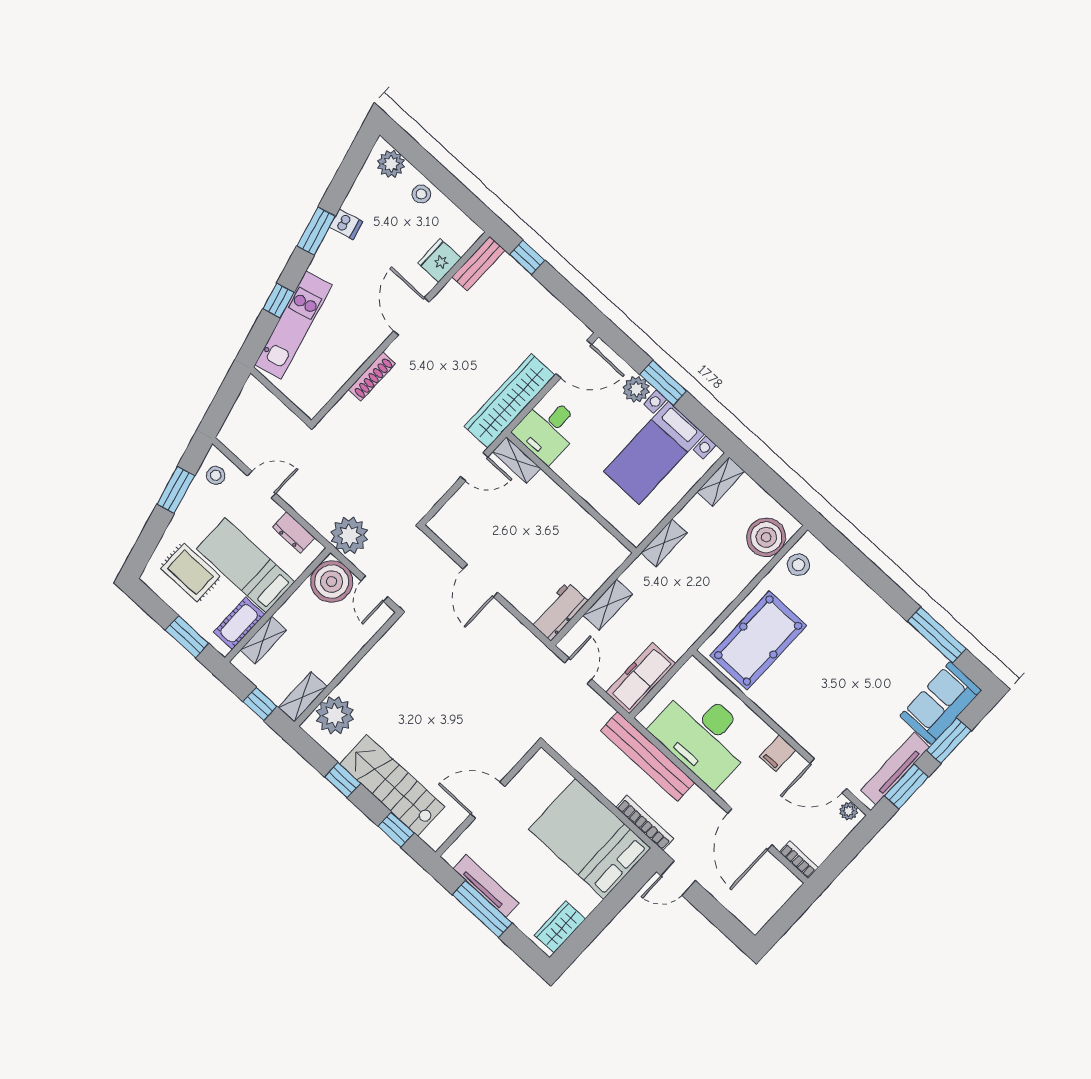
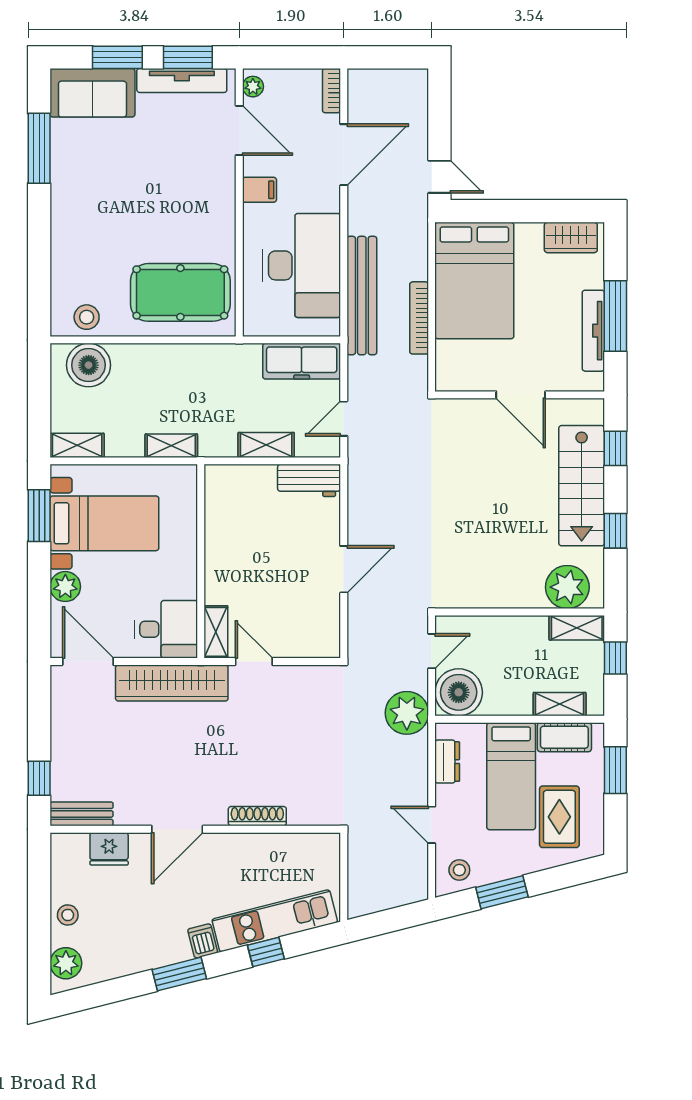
dishwasher: (346, 224) -> (203, 941), moved
window: (663, 383) -> (39, 516), moved
bookcase: (645, 823) -> (419, 318), moved

